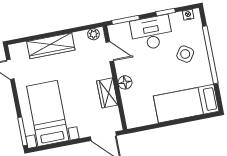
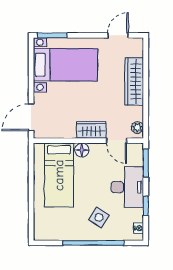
door: (110, 52) -> (116, 141), hinge flipped
wardrobe: (107, 93) -> (91, 130), moved
bed: (186, 104) -> (59, 175), moved, turned 180

